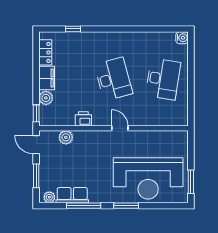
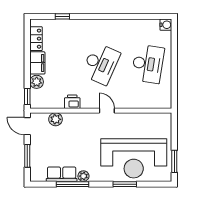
desk: (113, 79) -> (101, 64), turned 39
plant: (49, 197) -> (83, 176), moved
window: (126, 206) -> (125, 184), moved

